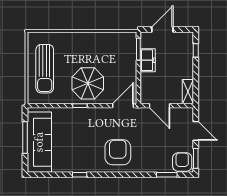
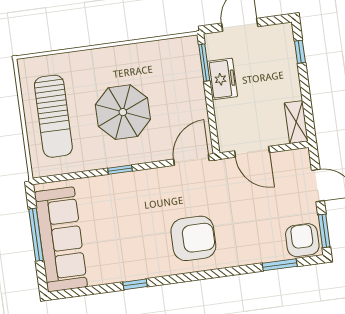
parasol: (88, 83) -> (123, 112), moved
armchair: (118, 152) -> (193, 238), turned 90

